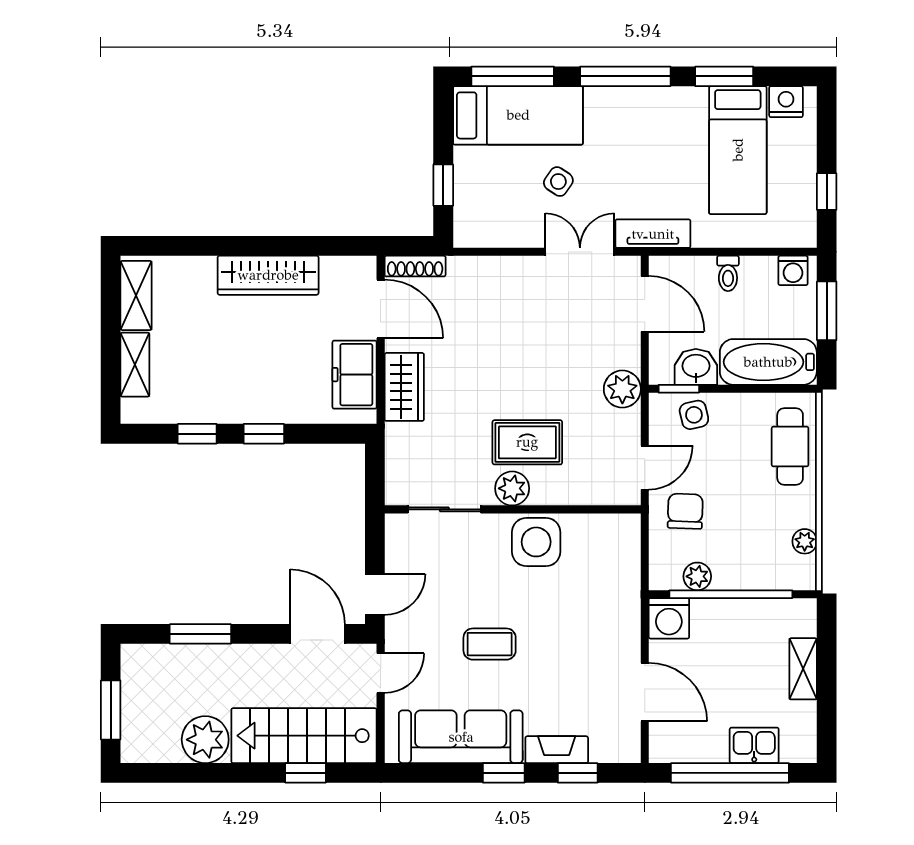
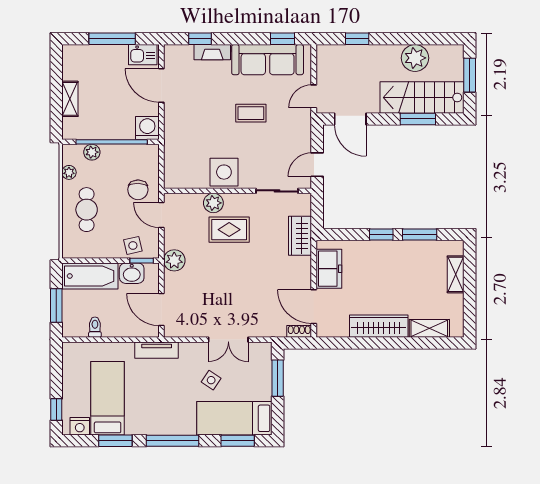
window: (513, 76) -> (238, 441), width x0.69
window: (443, 185) -> (278, 378), width x1.50
window: (827, 192) -> (56, 410), moved
double door: (580, 252) -> (228, 340), moved
shoe rack: (415, 266) -> (299, 331), width x0.70
washing machine: (793, 270) -> (76, 329), removed
toilet: (728, 273) -> (95, 327), moved
shelving: (136, 295) -> (429, 328), moved, turned 90
wardrobe: (404, 387) -> (300, 236), moved
window: (197, 434) -> (420, 235), width x1.50
cafe table: (790, 446) -> (87, 210), moved
door: (645, 468) -> (161, 215), hinge flipped
plant: (512, 488) -> (213, 203), moved
plant: (697, 576) -> (92, 152), moved
door: (375, 594) -> (317, 165), moved
stairs: (304, 736) -> (422, 97), moved, turned 180
kitchen sink: (754, 745) -> (143, 55), moved
window: (504, 773) -> (282, 39), moved
window: (730, 773) -> (112, 39), width x0.68

